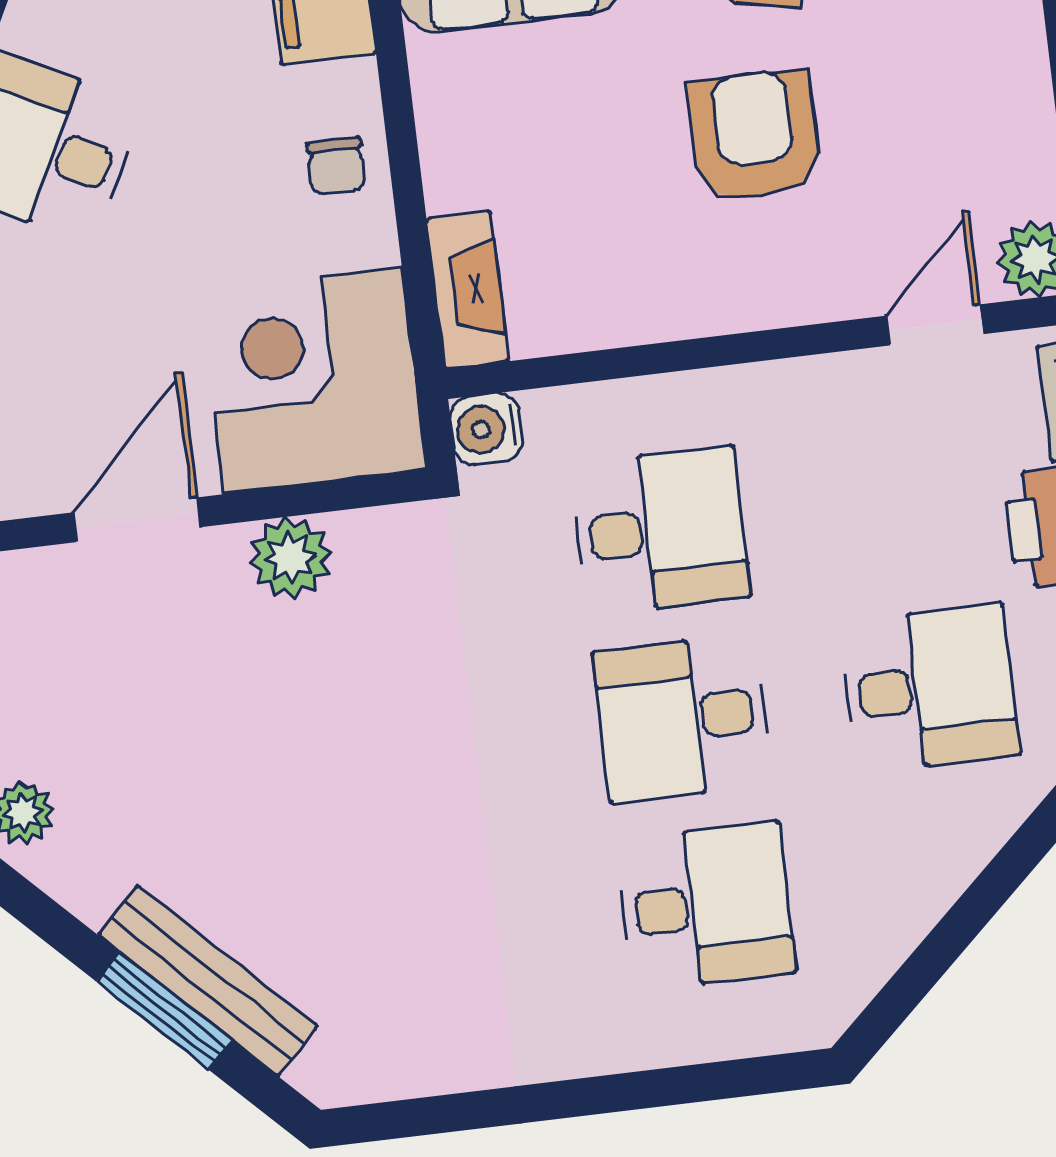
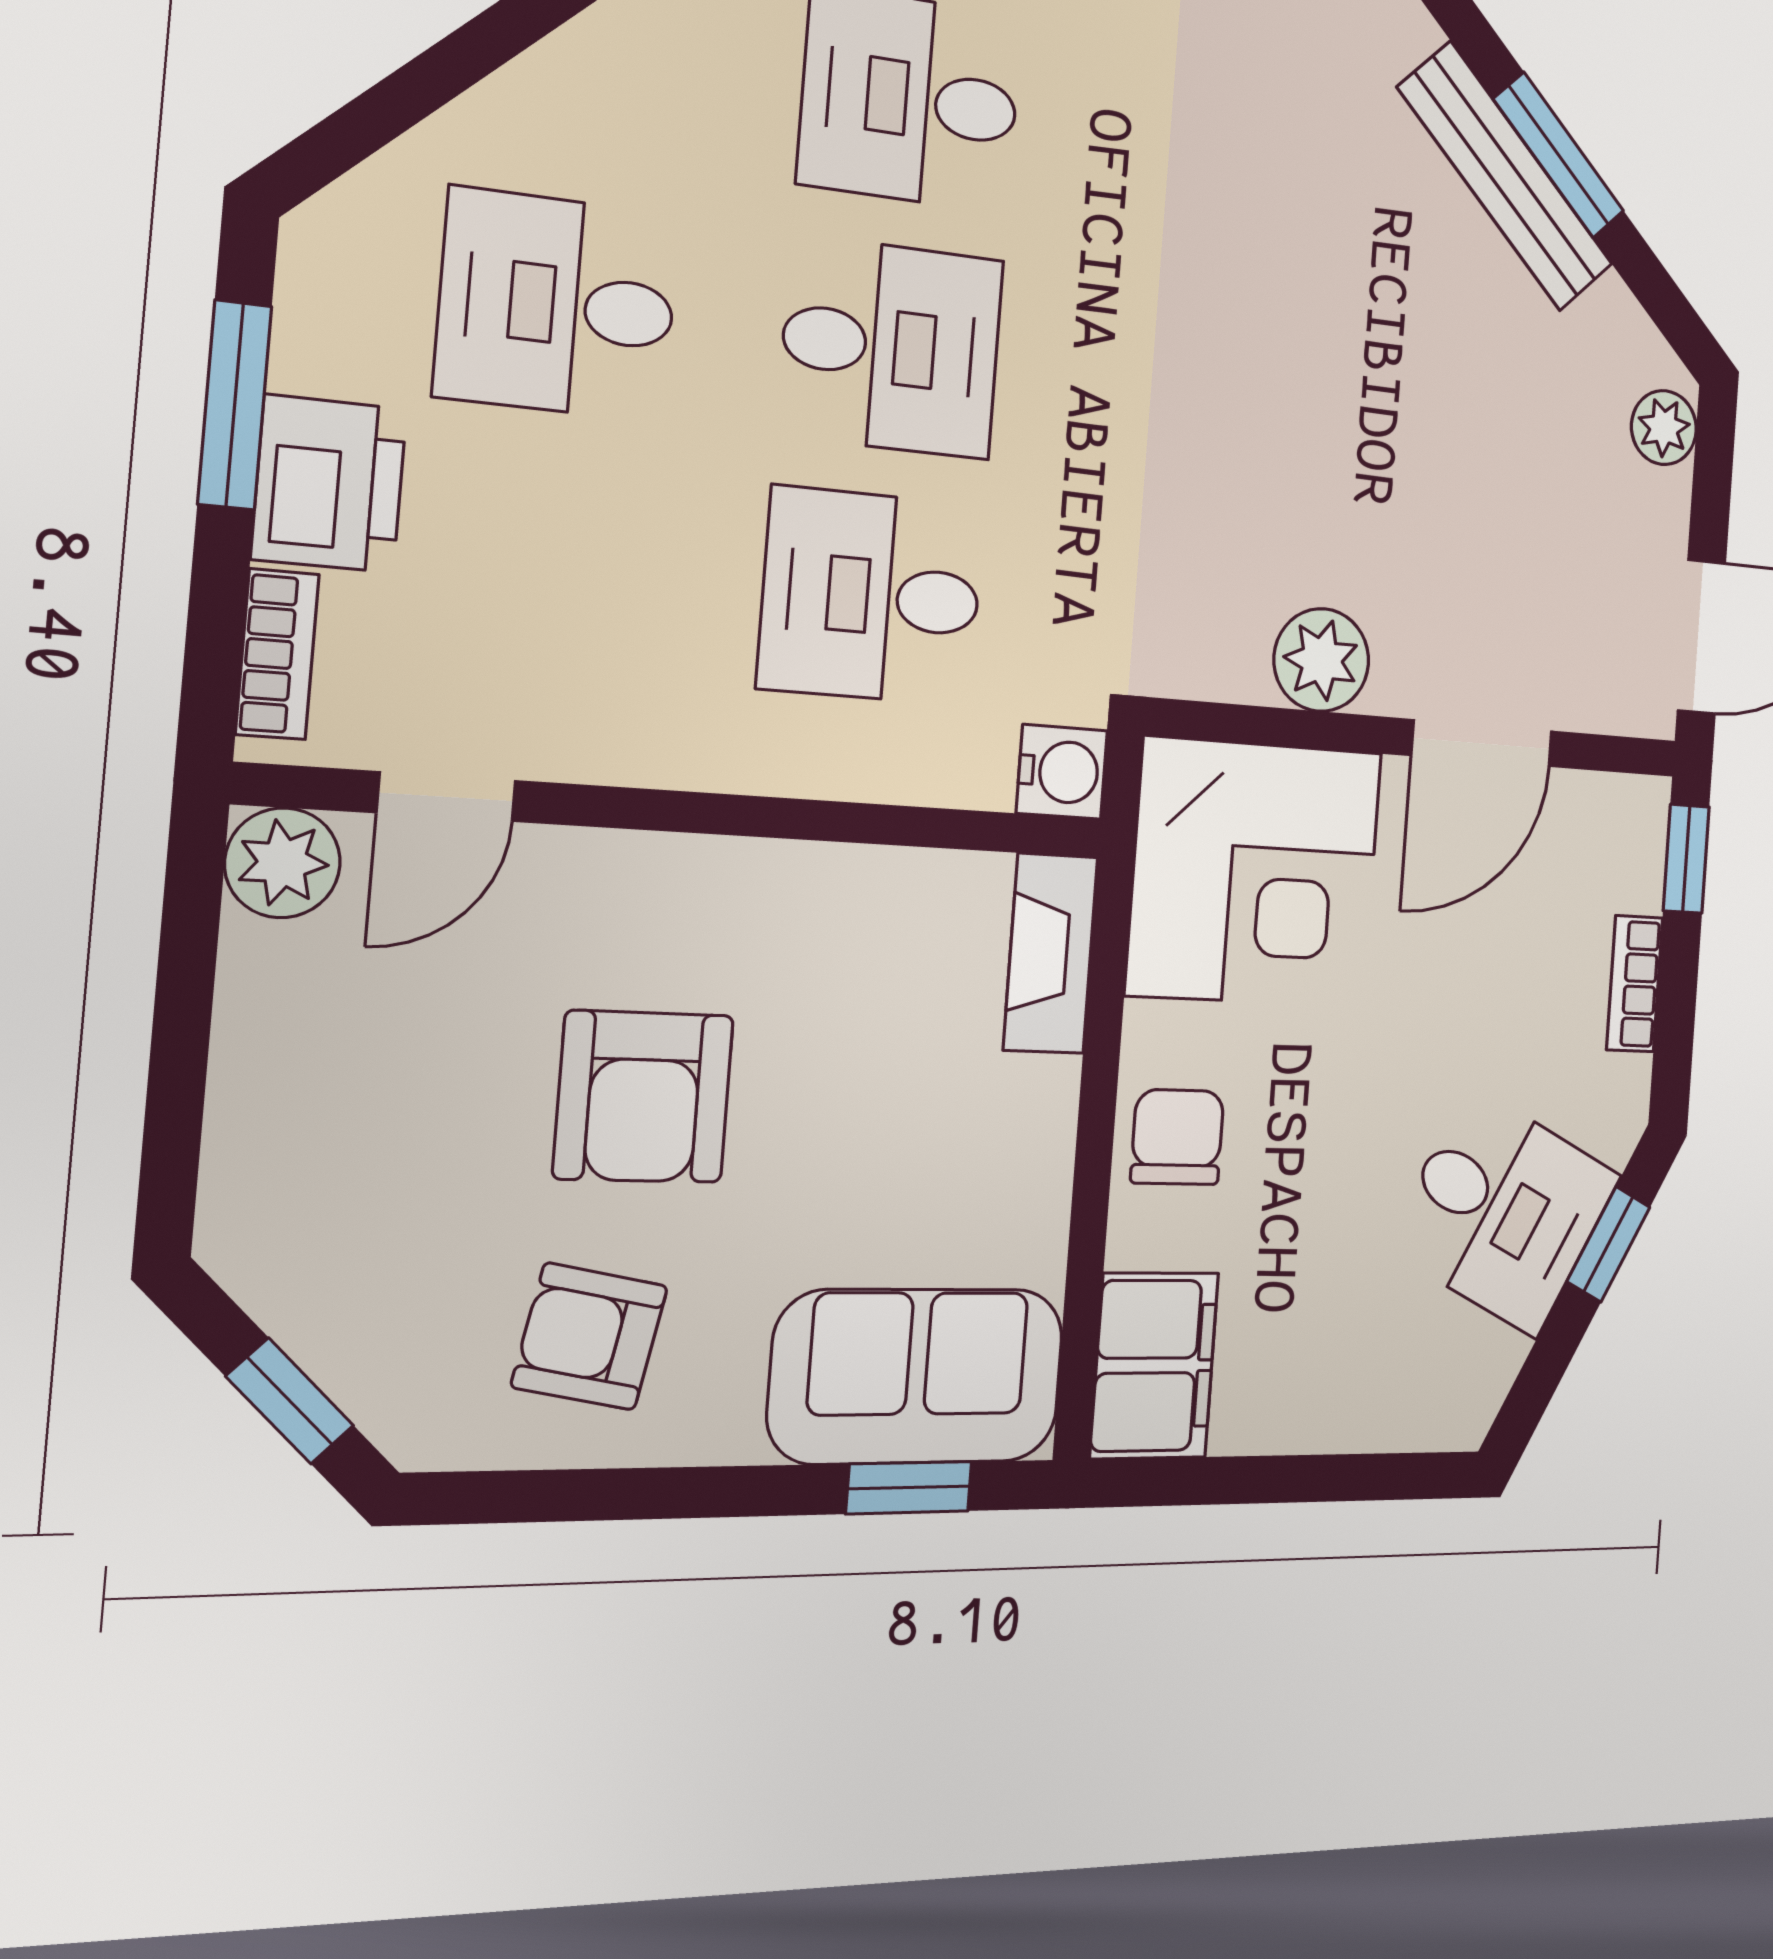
chair: (336, 166) -> (1177, 1137), width x1.37, depth x1.37

